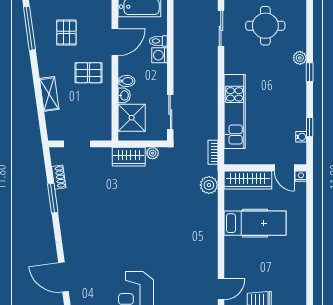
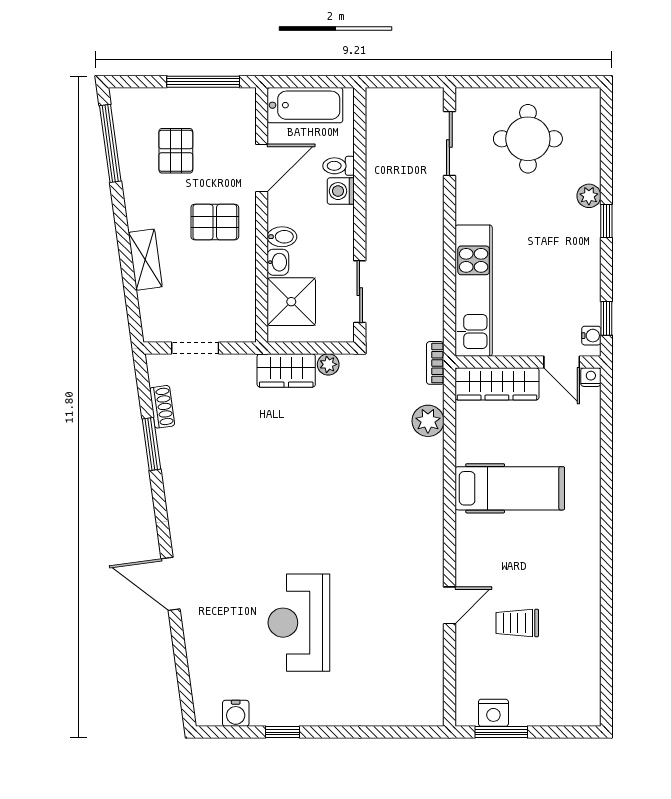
wall: (265, 168) -> (528, 362), moved
door: (284, 168) -> (562, 362), moved
nightstand: (301, 176) -> (591, 377), moved
wardrobe: (248, 180) -> (497, 384), moved

